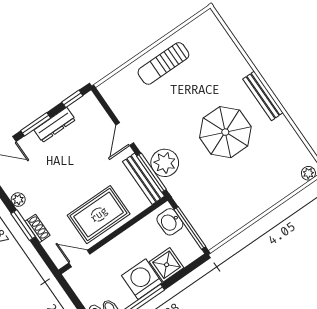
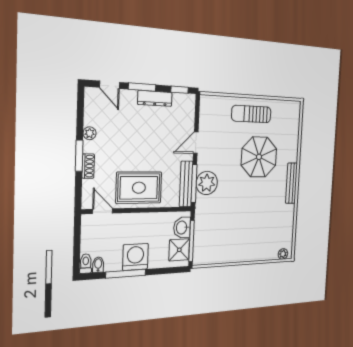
parasol: (225, 132) -> (259, 157), moved
shower: (167, 265) -> (179, 250), moved

